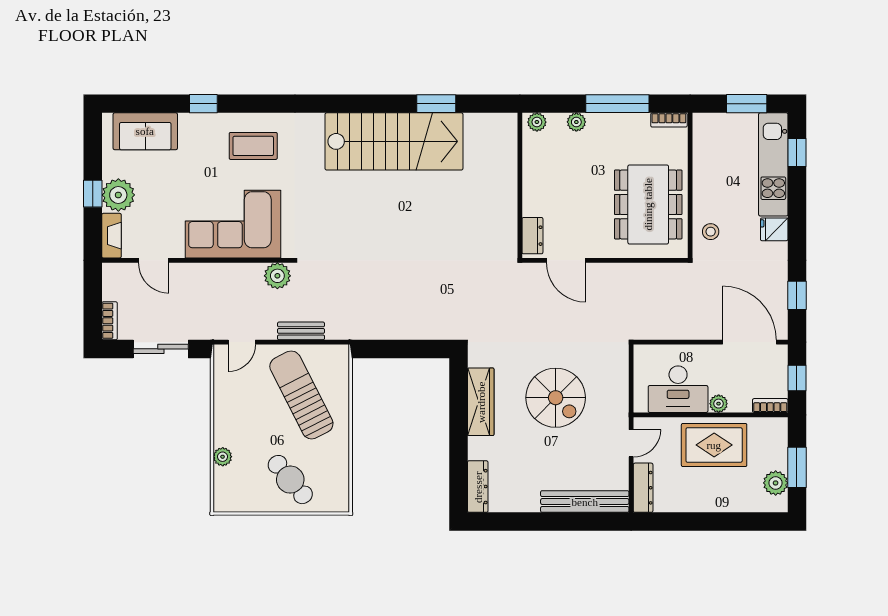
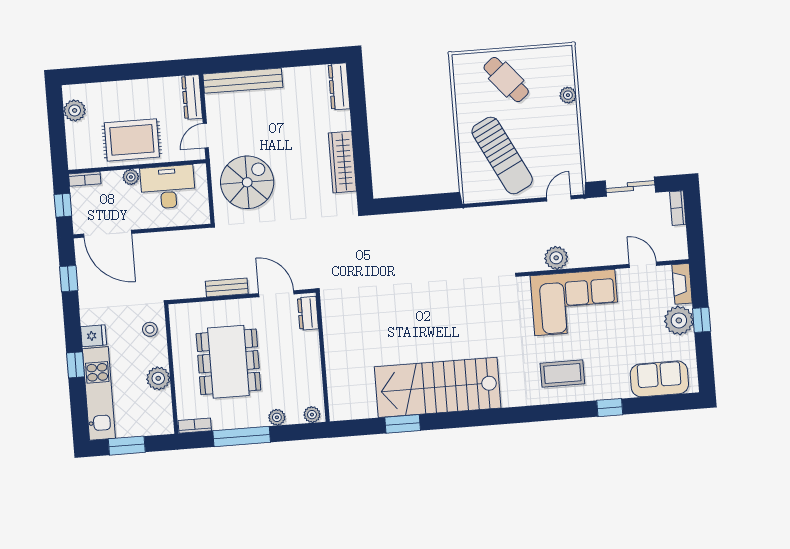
window: (797, 152) -> (76, 365), moved
plant: (706, 176) -> (158, 378), added
dining table: (648, 204) -> (228, 362), moved
plant: (277, 276) -> (556, 258), moved
bench: (301, 331) -> (227, 288), moved
spiral stairs: (556, 398) -> (247, 182), moved, turned 90
window: (797, 467) -> (57, 126), removed

